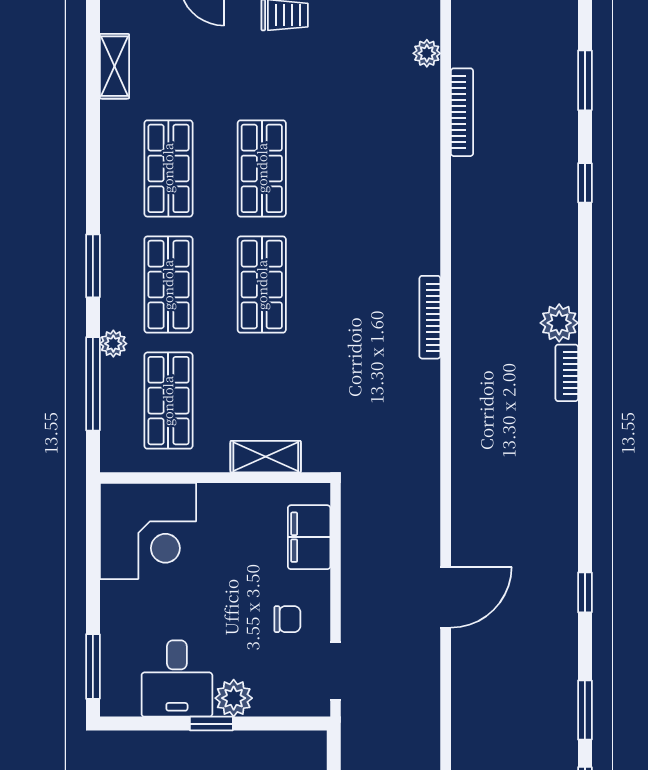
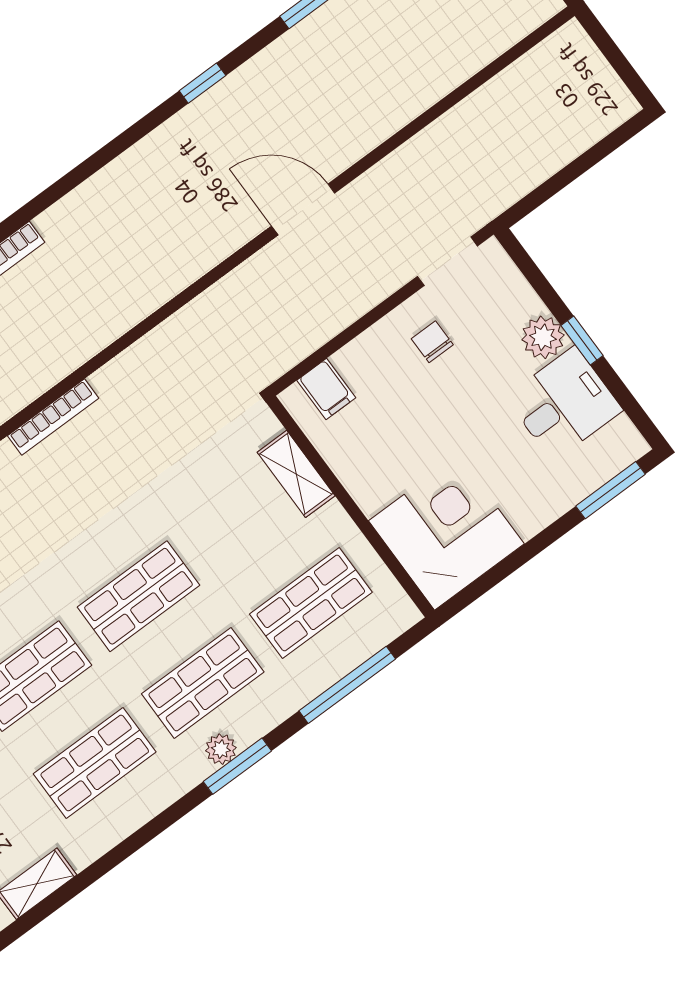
plant: (113, 344) -> (221, 749), moved
filing cabinet: (309, 537) -> (326, 389), width x0.50

